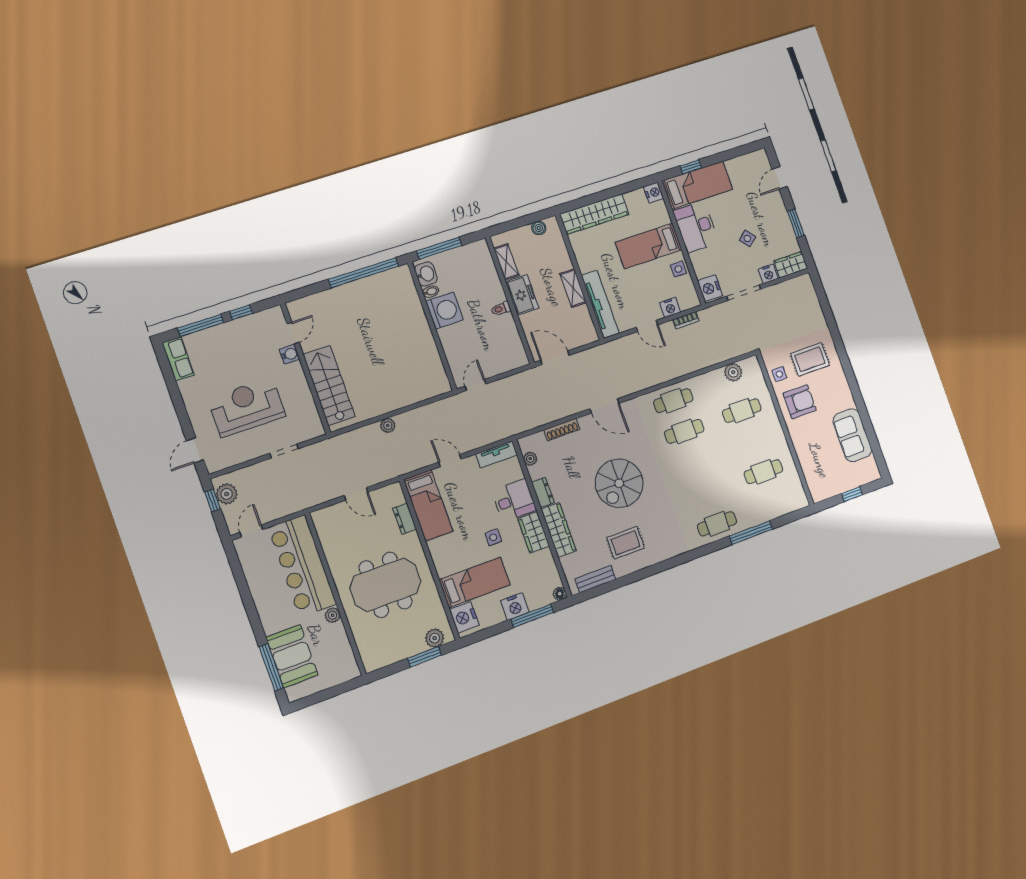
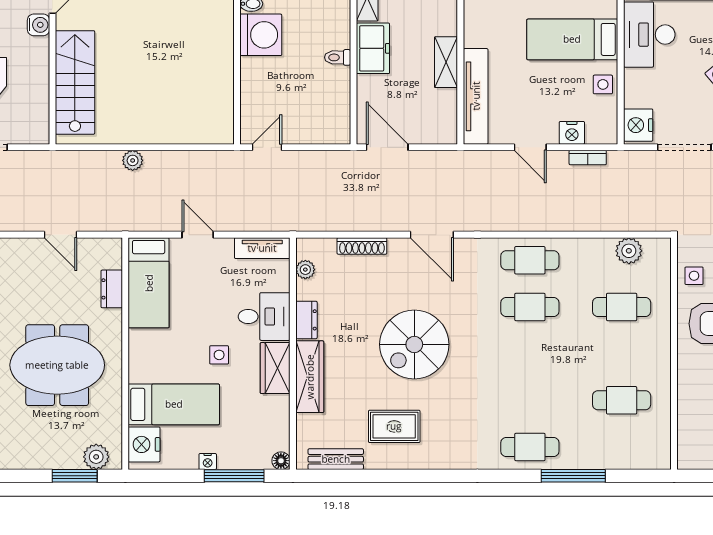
nightstand: (515, 606) -> (208, 462), width x0.53, depth x0.56

